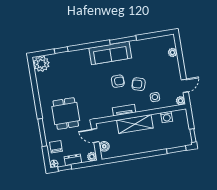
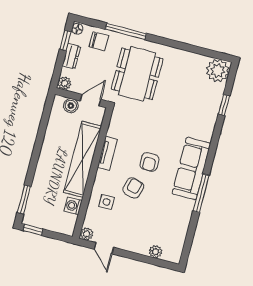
dining table: (66, 113) -> (137, 74), width x1.38
shelving: (135, 124) -> (83, 159), width x1.47

